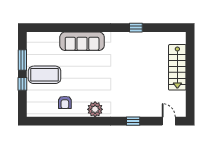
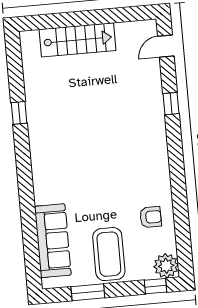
sofa: (82, 41) -> (53, 241), moved
window: (22, 84) -> (156, 286), moved
plant: (95, 109) -> (166, 266), moved

